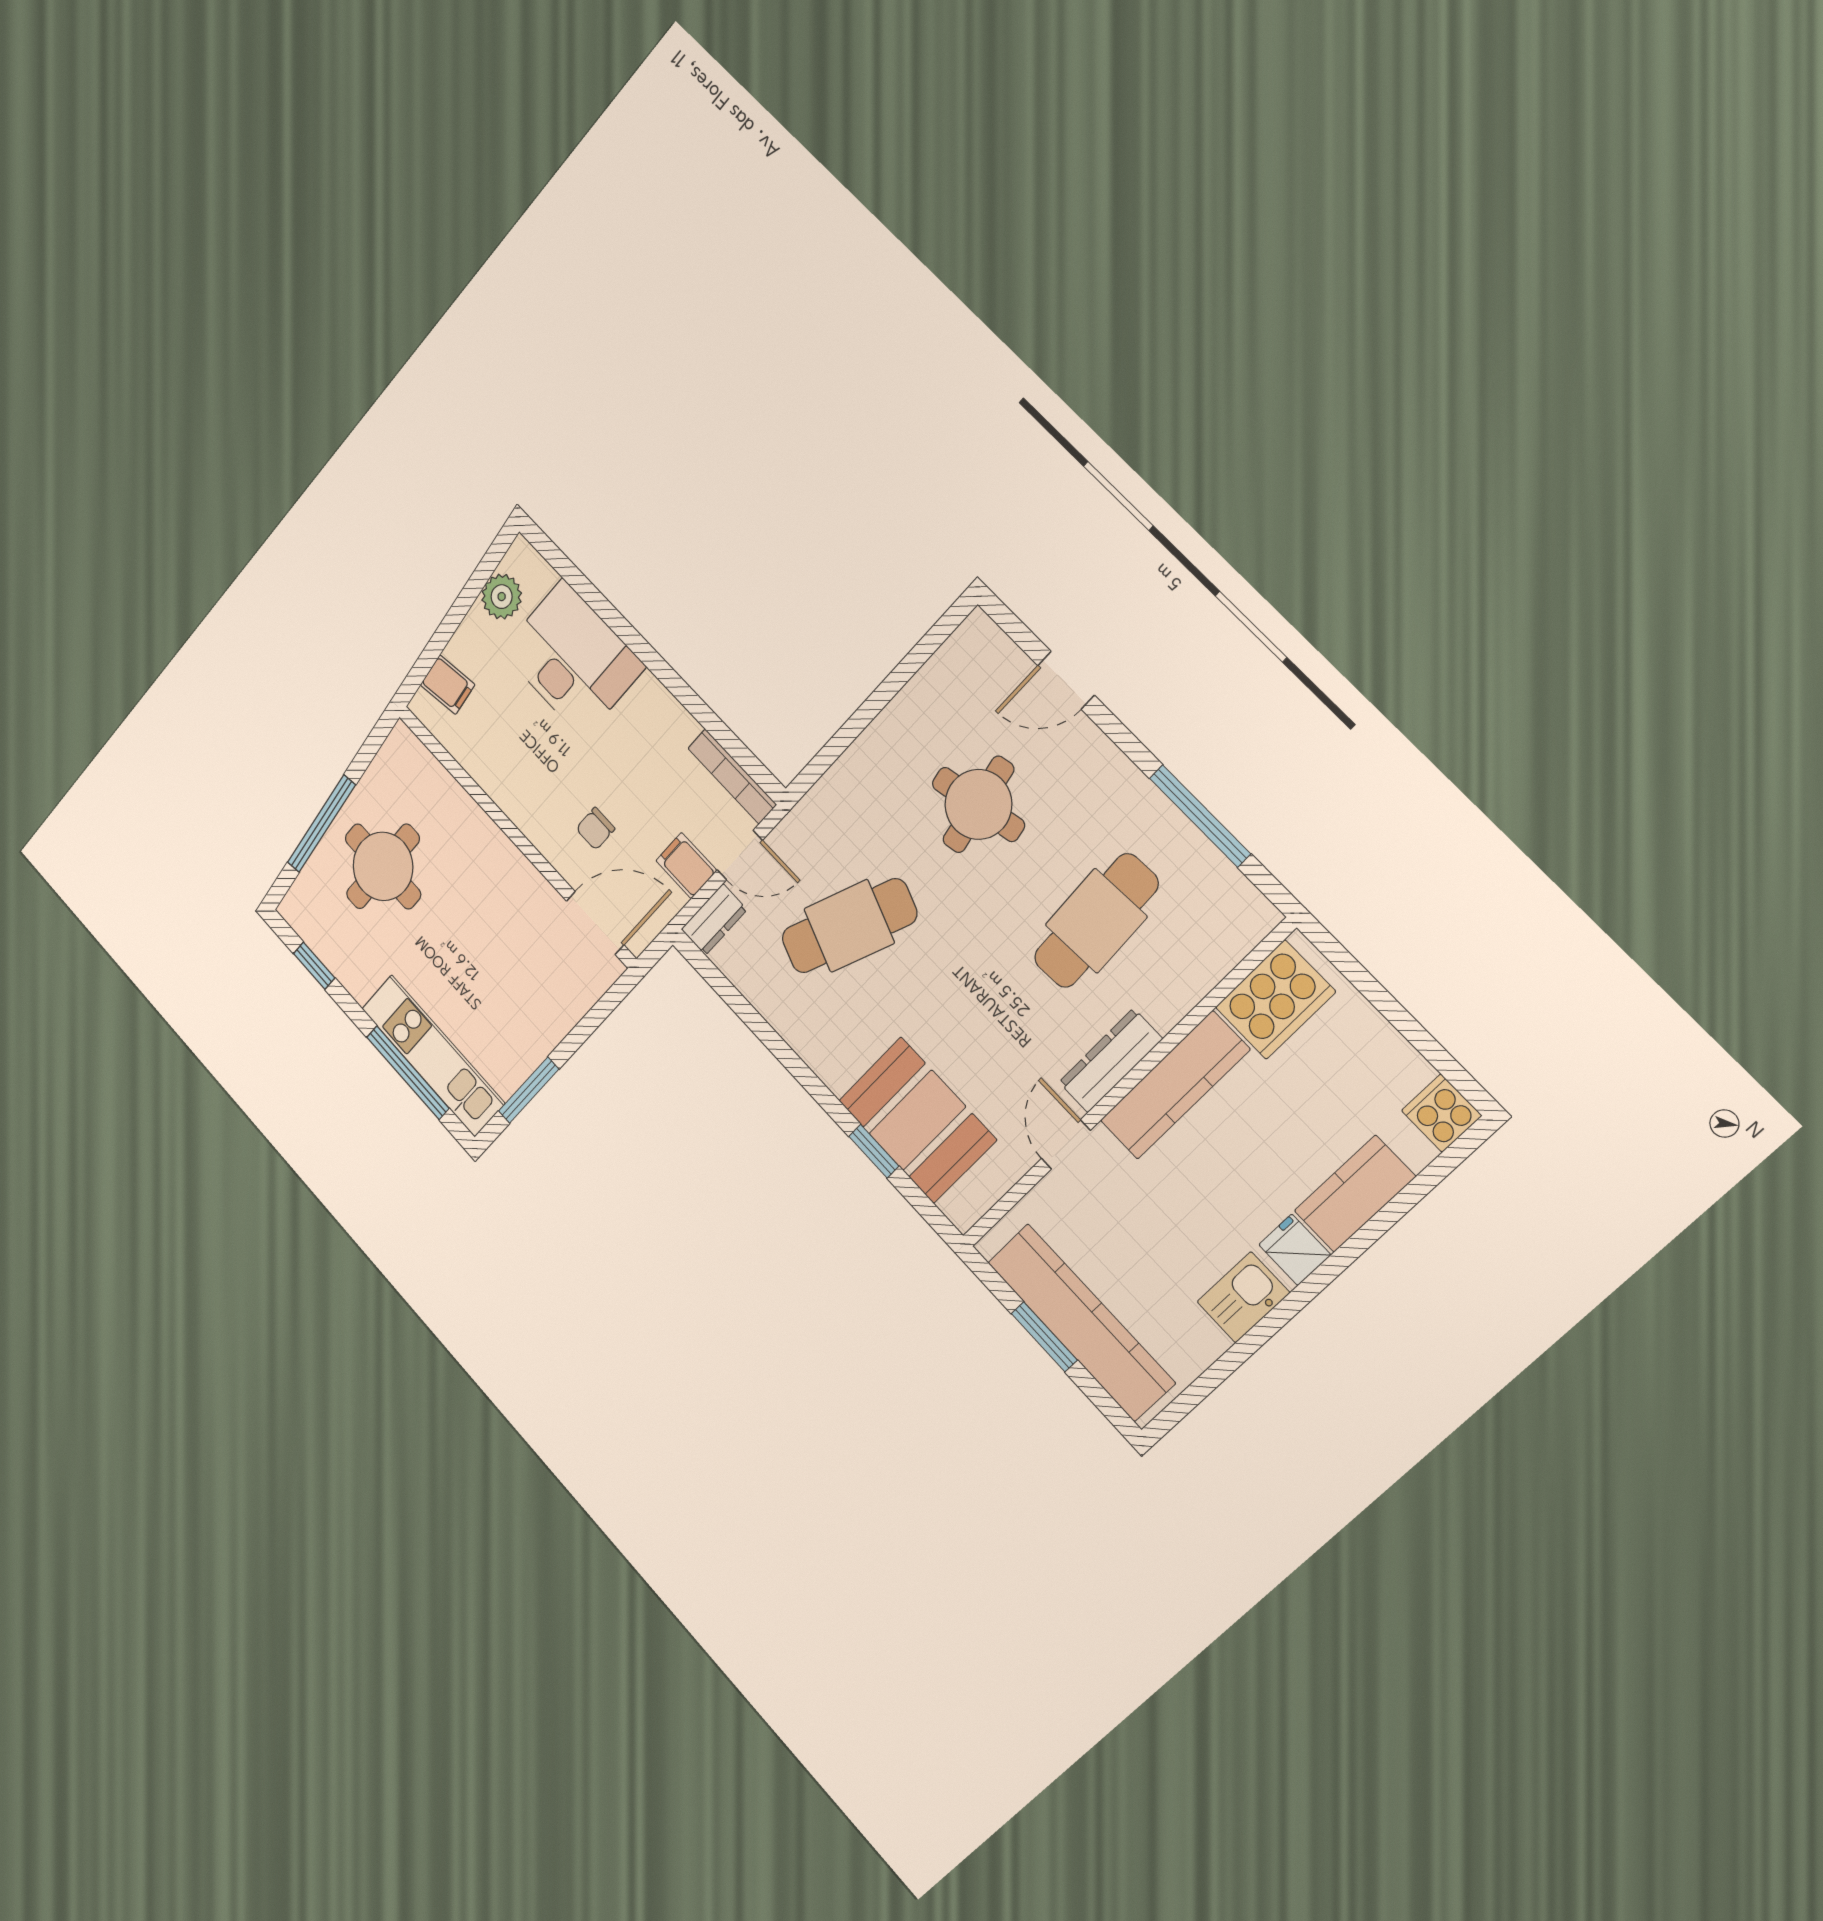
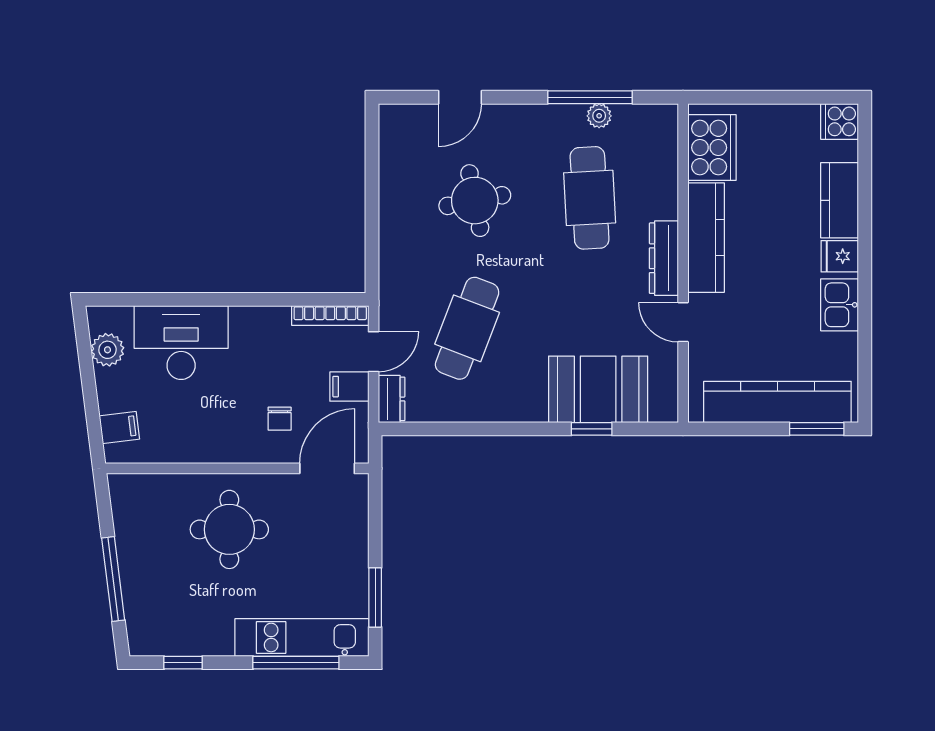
plant: (1190, 845) -> (599, 116), added
round table: (383, 866) -> (229, 529), moved
window: (1044, 1337) -> (817, 429), moved

